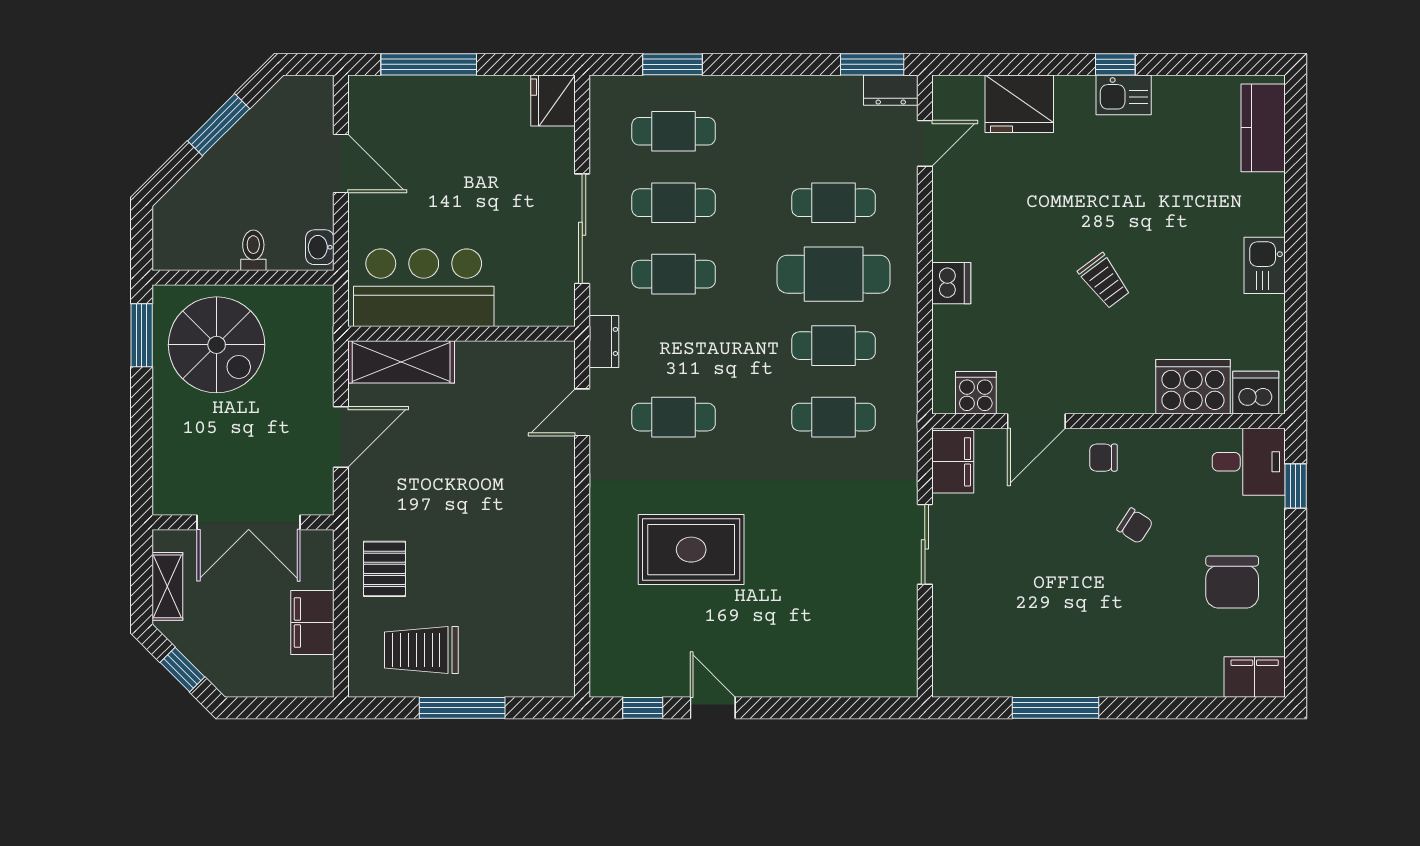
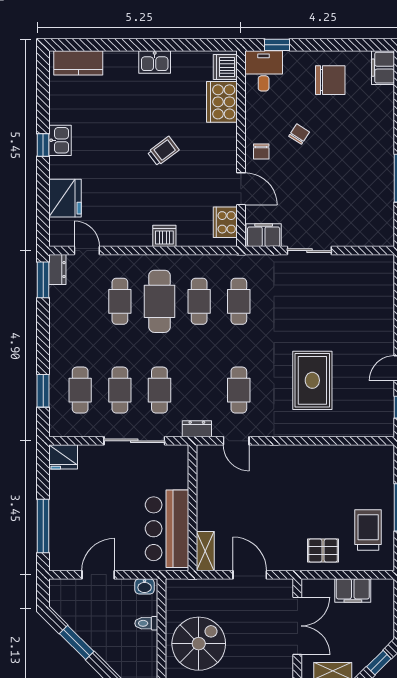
shelving: (401, 362) -> (205, 551), width x0.67, depth x0.75
cooker: (976, 393) -> (225, 222), width x1.36
trolley: (421, 650) -> (368, 530), turned 180

